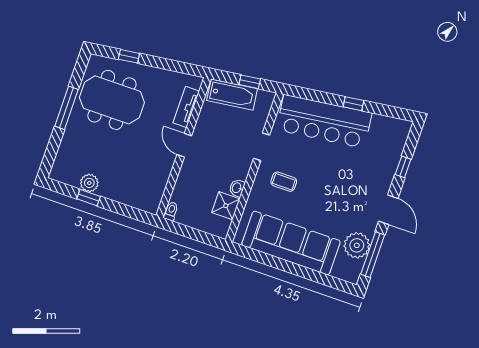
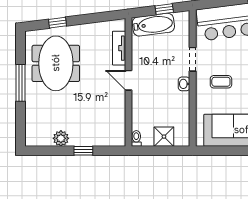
meeting table: (112, 100) -> (56, 63), turned 90
washbasin: (237, 188) -> (184, 84), moved
window: (89, 198) -> (83, 151), moved
shower: (226, 206) -> (164, 137), moved

